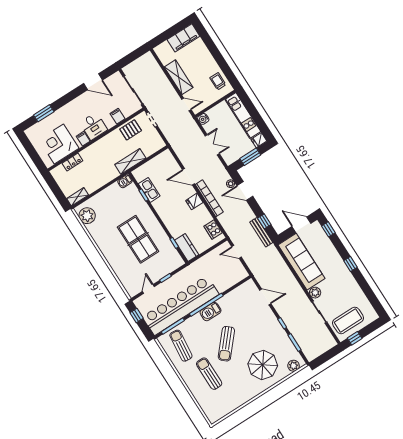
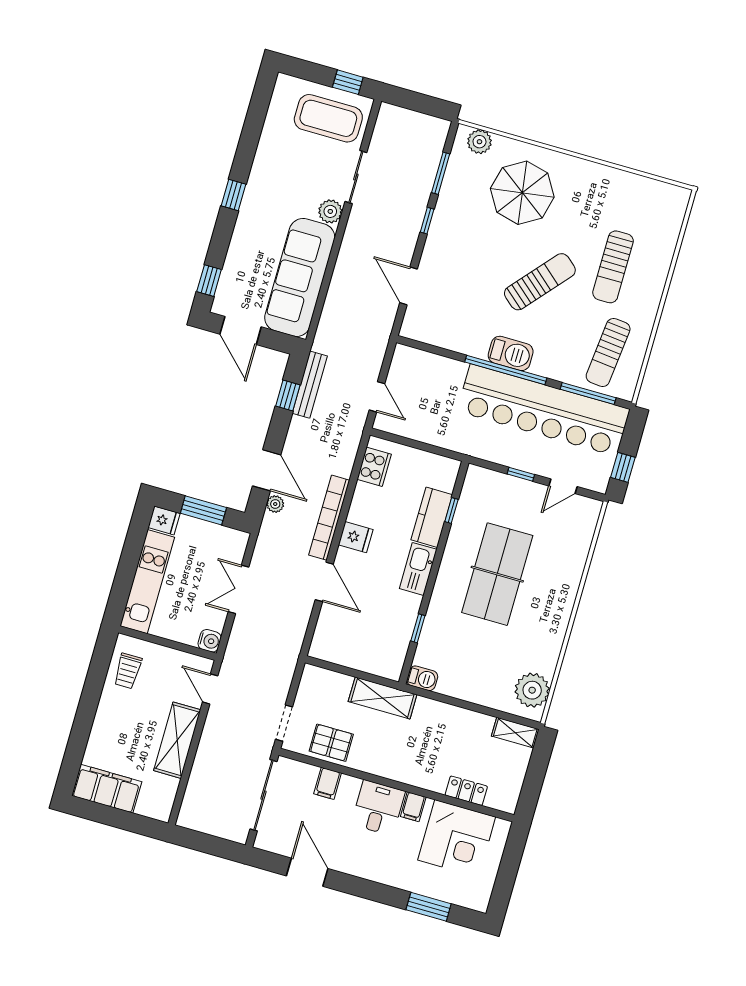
kitchen sink: (149, 190) -> (418, 569), moved
kitchen counter: (187, 248) -> (432, 517), moved

